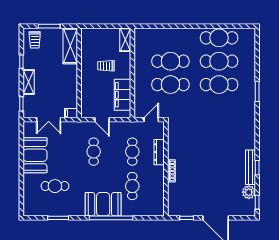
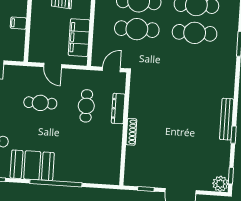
filing cabinet: (71, 113) -> (18, 23), moved
cafe table: (94, 152) -> (40, 103), turned 90
bench: (251, 167) -> (227, 119), moved
cafe table: (132, 186) -> (84, 147), removed
plant: (249, 192) -> (220, 184), moved
booth: (103, 204) -> (32, 165), moved

